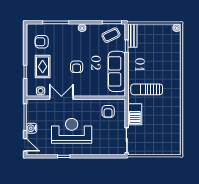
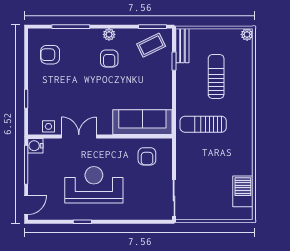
sun lounger: (155, 57) -> (216, 76), added
rug: (43, 67) -> (51, 91), removed
armchair: (77, 67) -> (109, 59), moved
sofa: (117, 71) -> (142, 122), moved, turned 90
barbecue: (135, 114) -> (243, 191), moved, turned 180
water cooler: (32, 128) -> (35, 146), moved
door: (25, 145) -> (26, 205), hinge flipped

